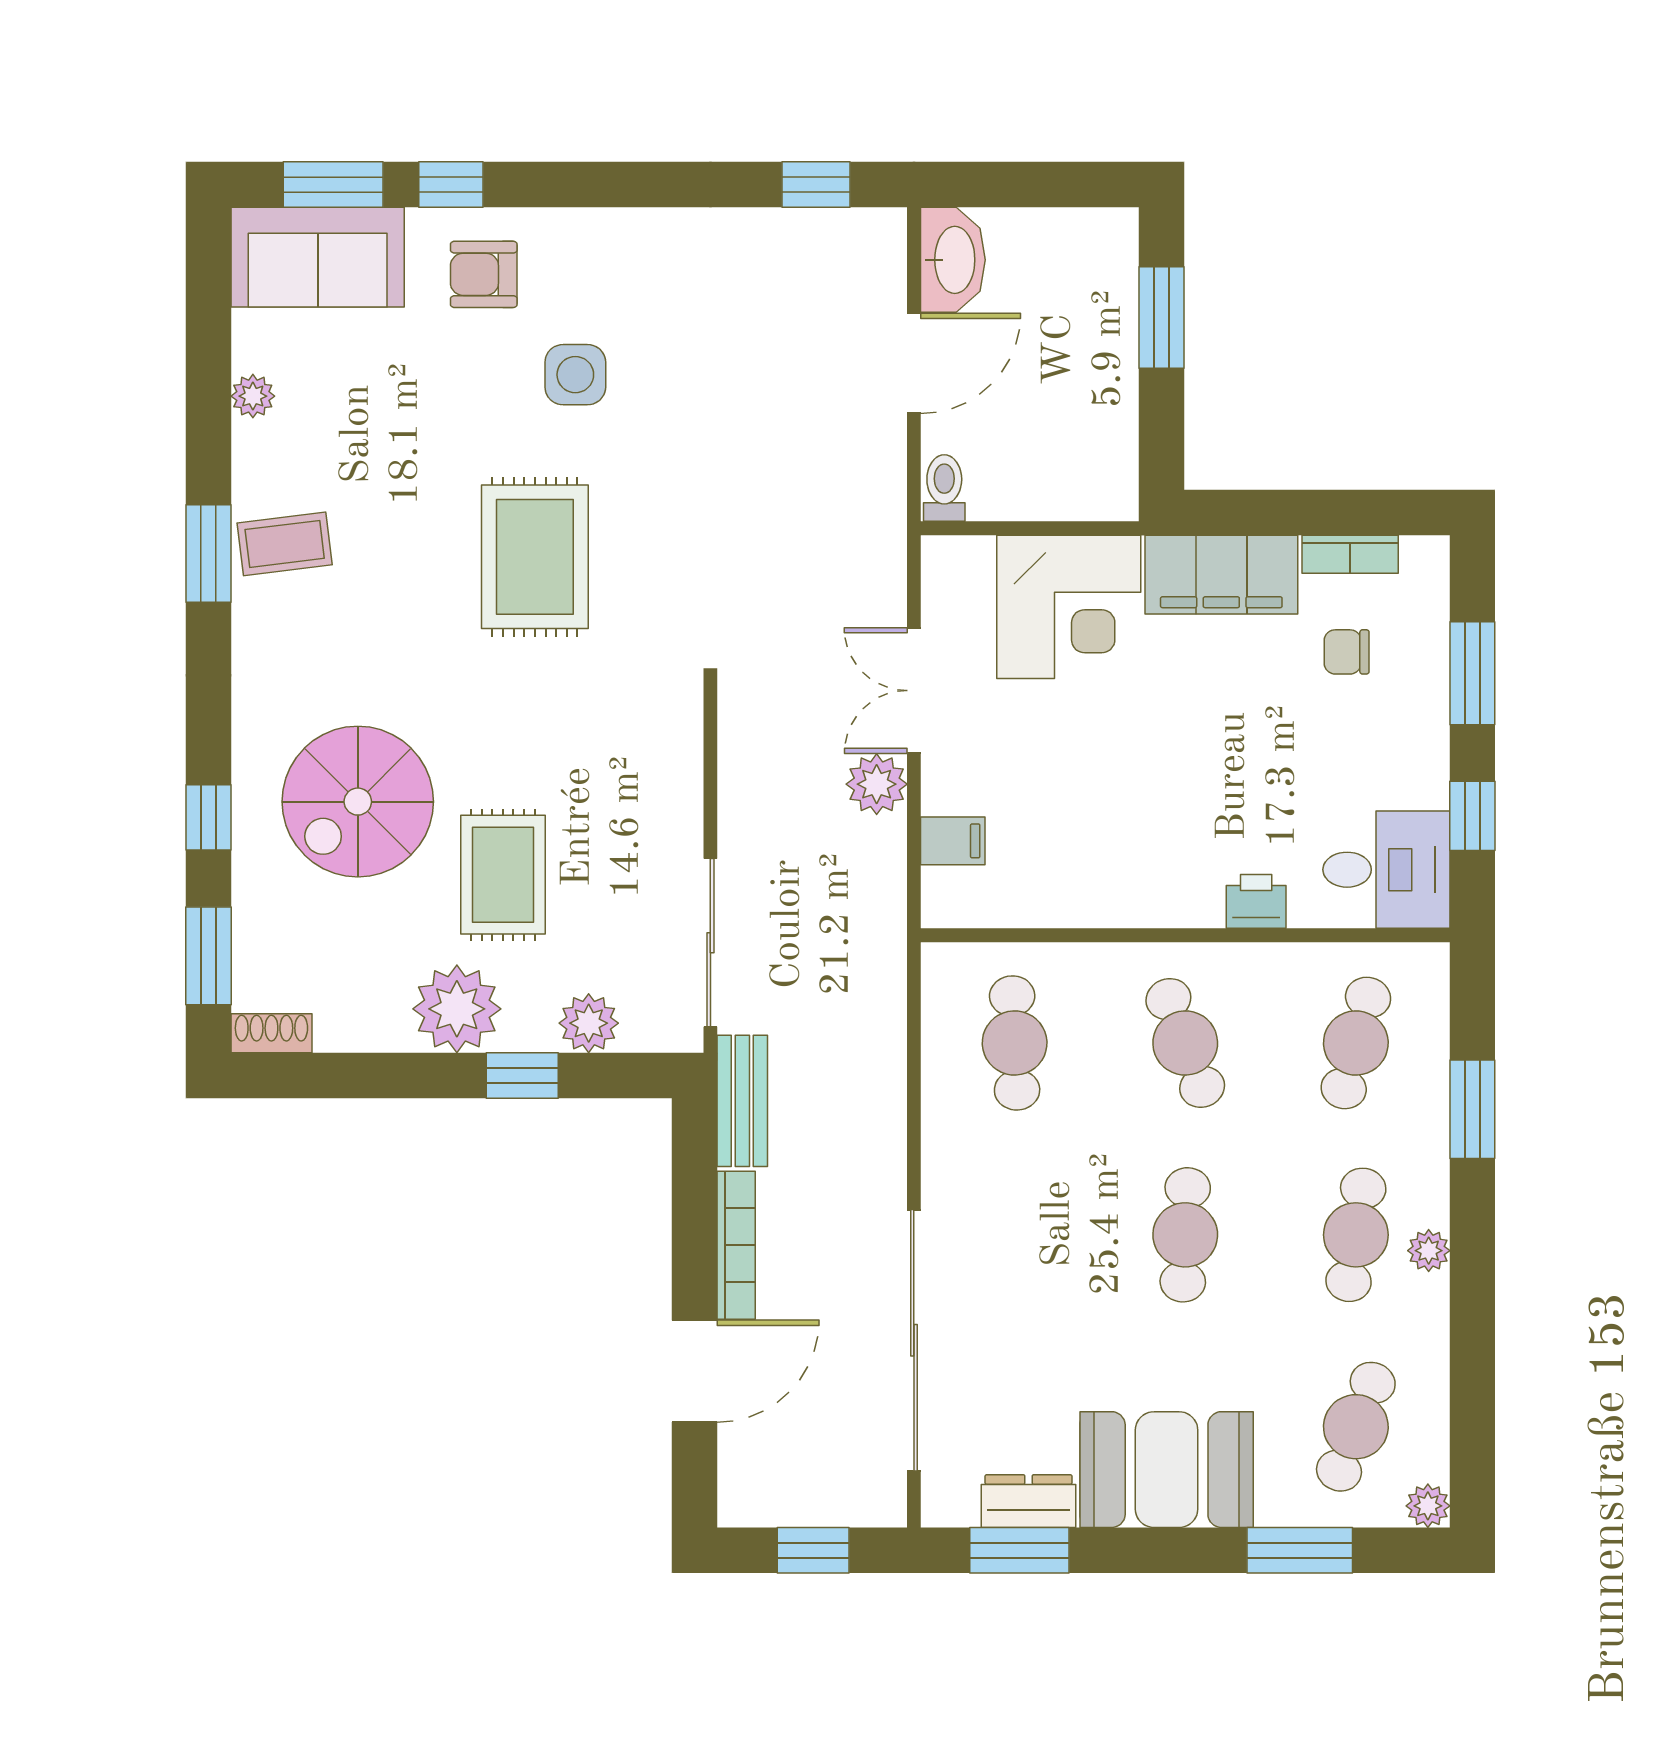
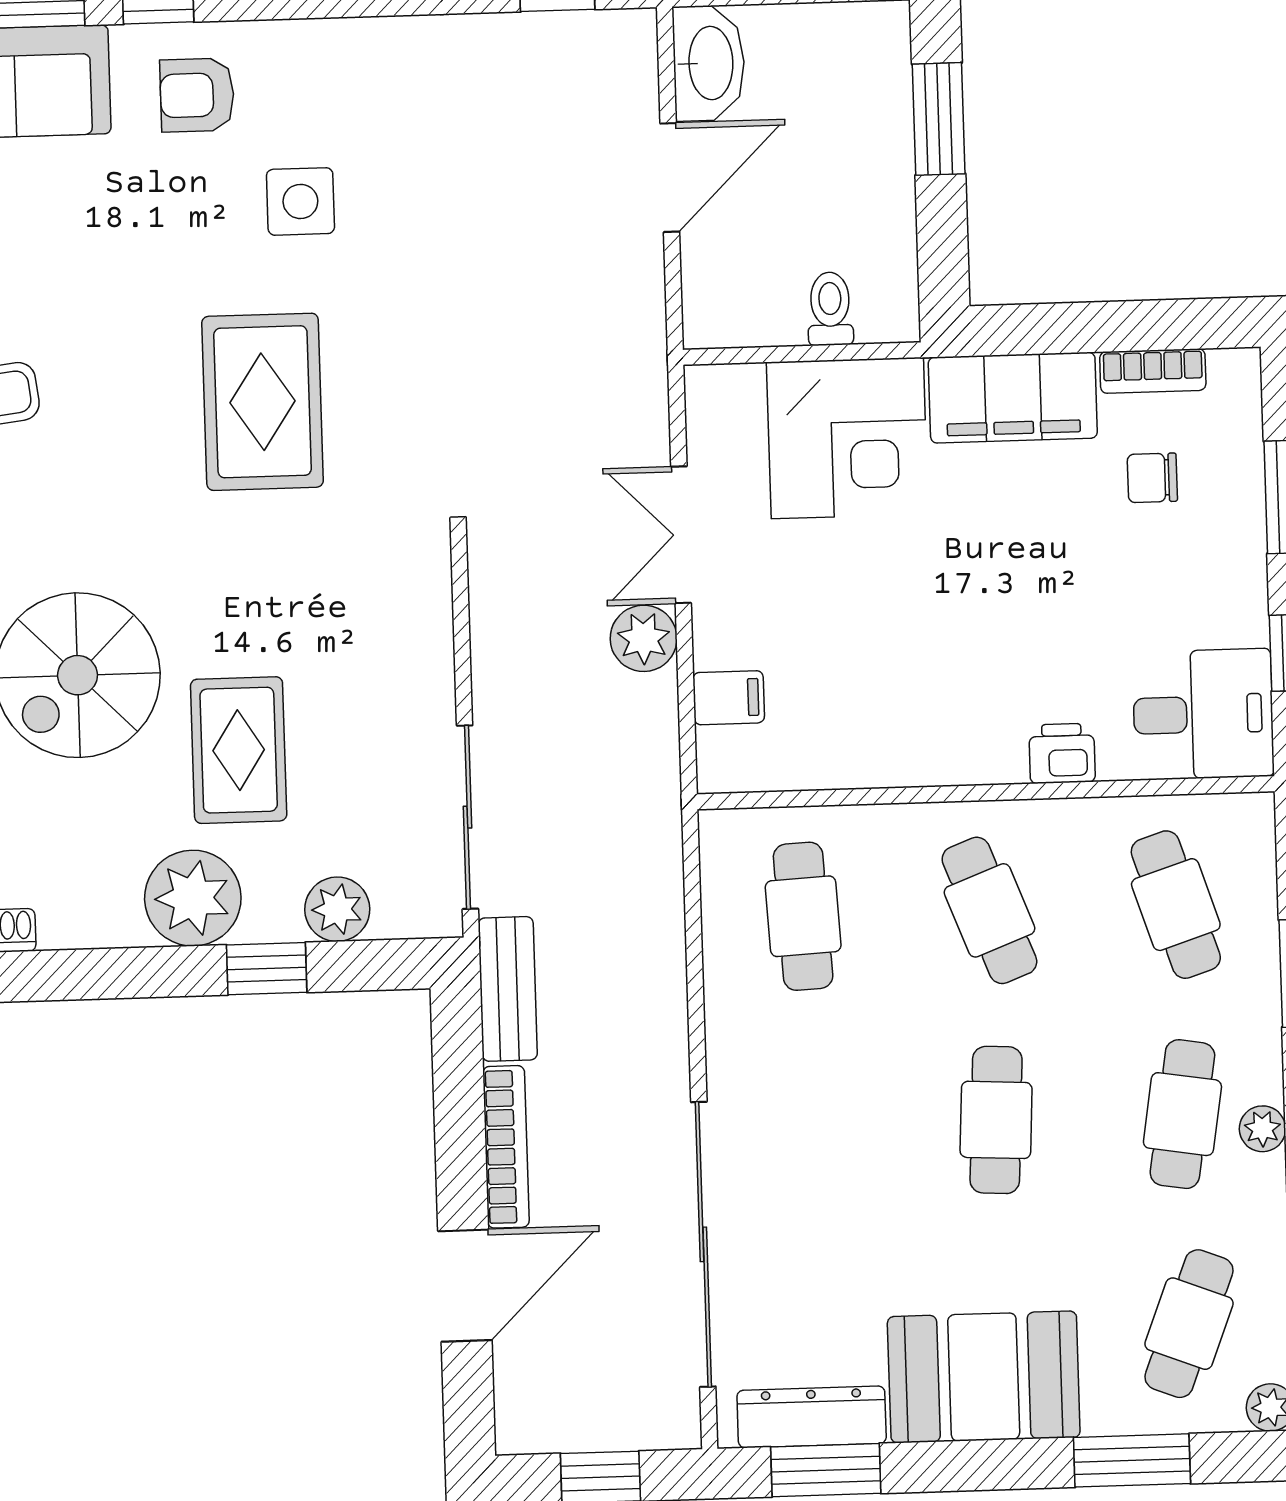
toilet: (944, 488) -> (830, 309), moved
cafe table: (1356, 1043) -> (1176, 905), turned -33
dresser: (1029, 1501) -> (812, 1417), width x1.44

